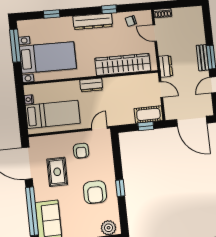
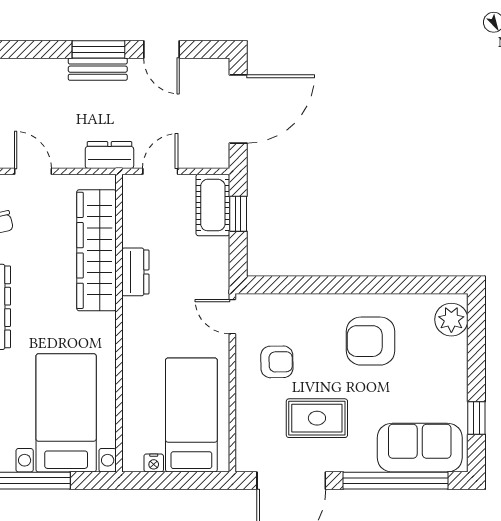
door: (155, 33) -> (33, 171), swing flipped
dresser: (91, 85) -> (135, 272), moved
window: (120, 188) -> (368, 285), removed
armchair: (95, 192) -> (371, 341), turned 180

